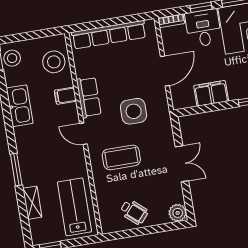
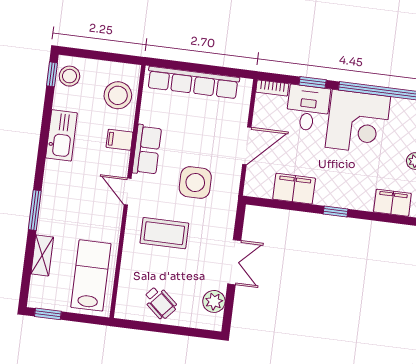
plant: (178, 213) -> (214, 301), moved

